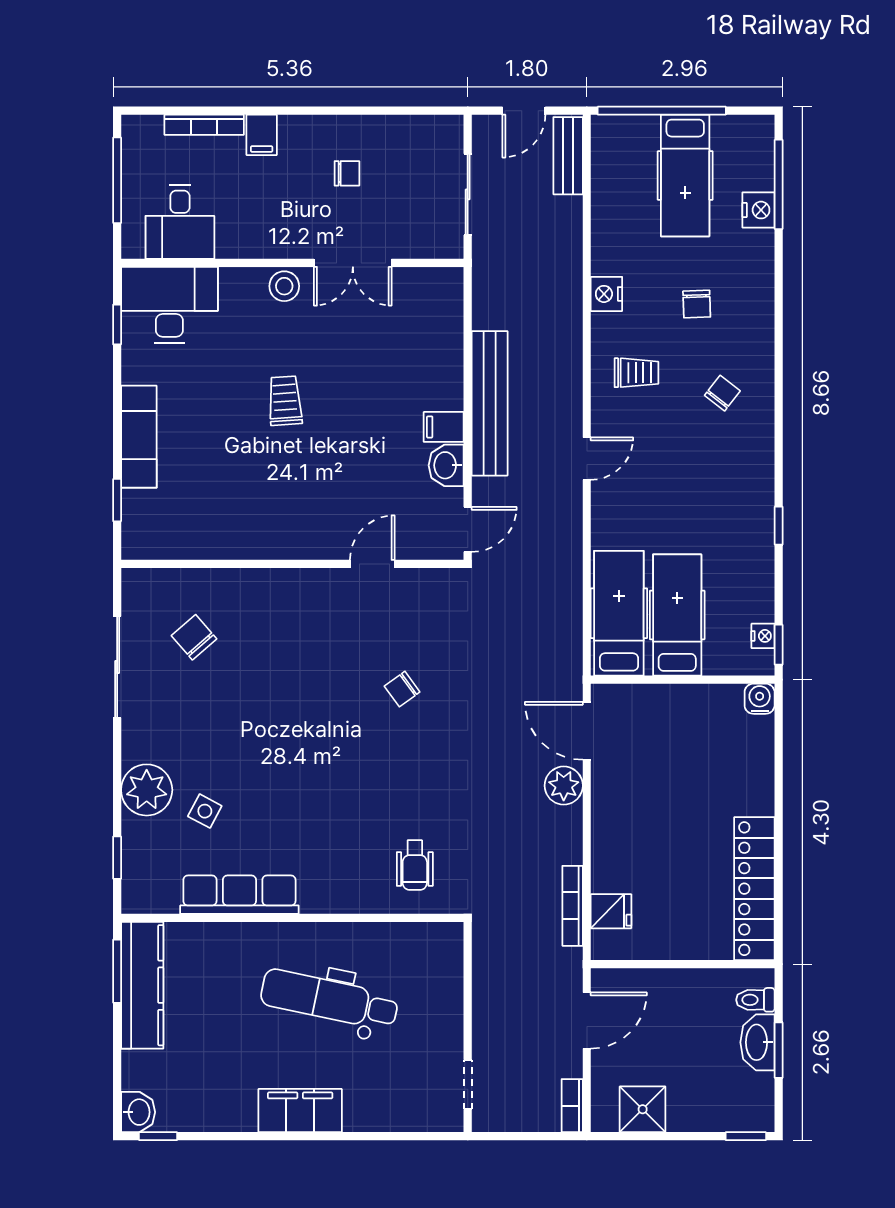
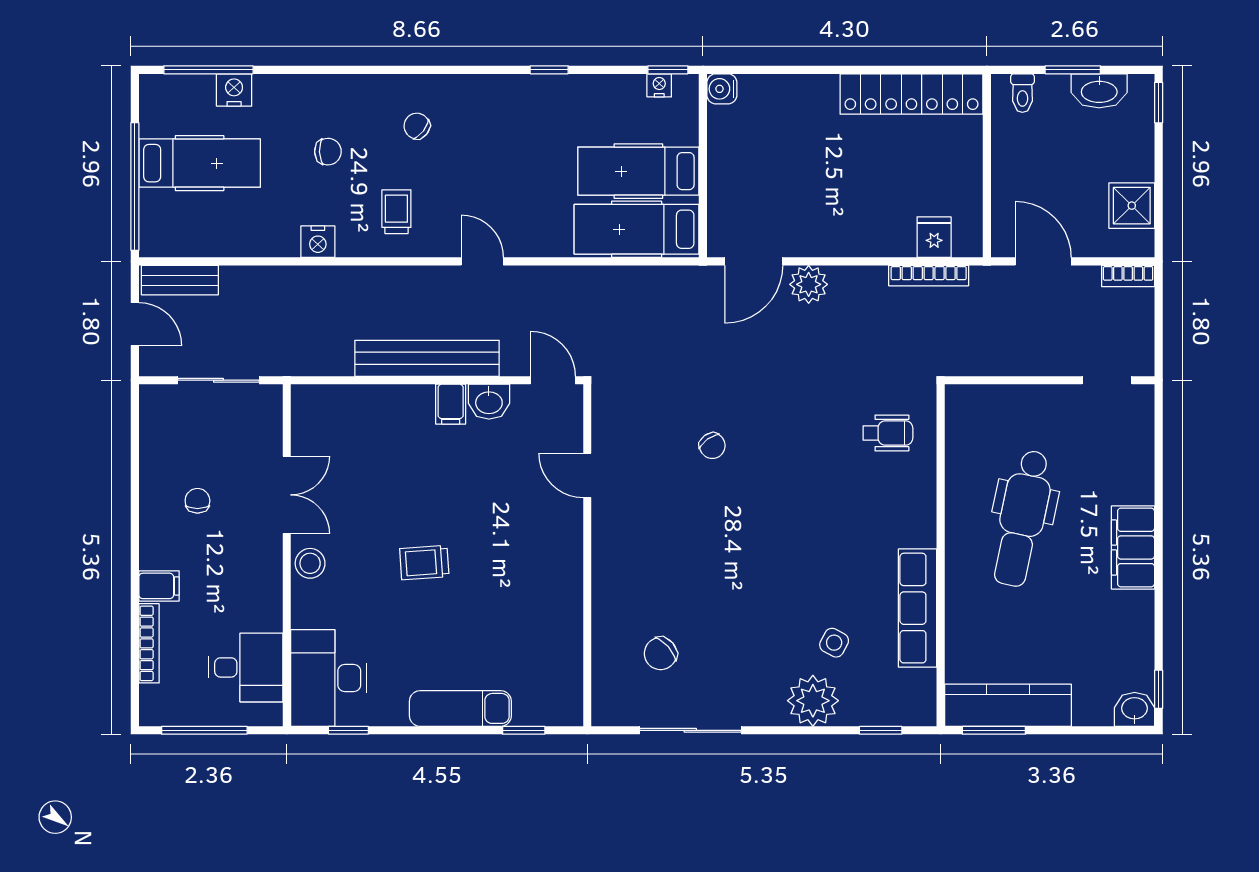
washbasin: (758, 1042) -> (1099, 91), moved

